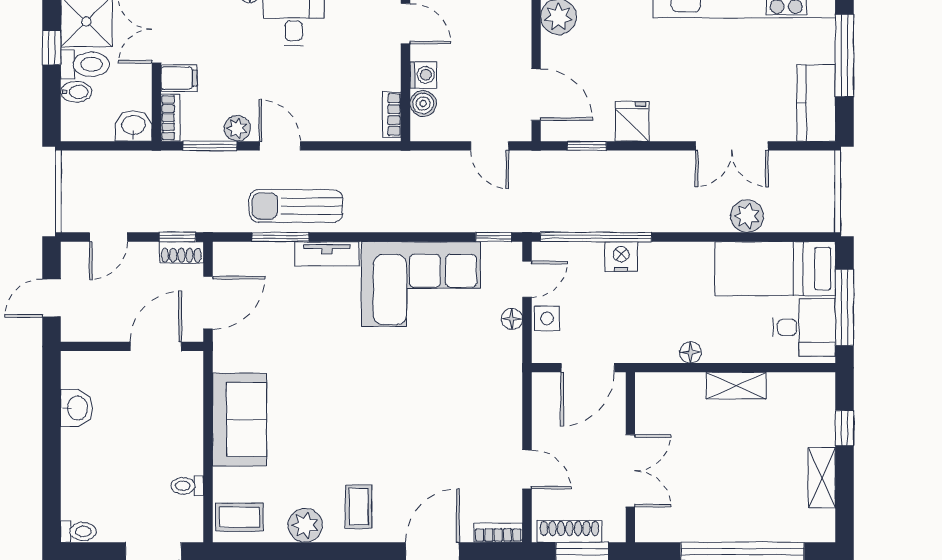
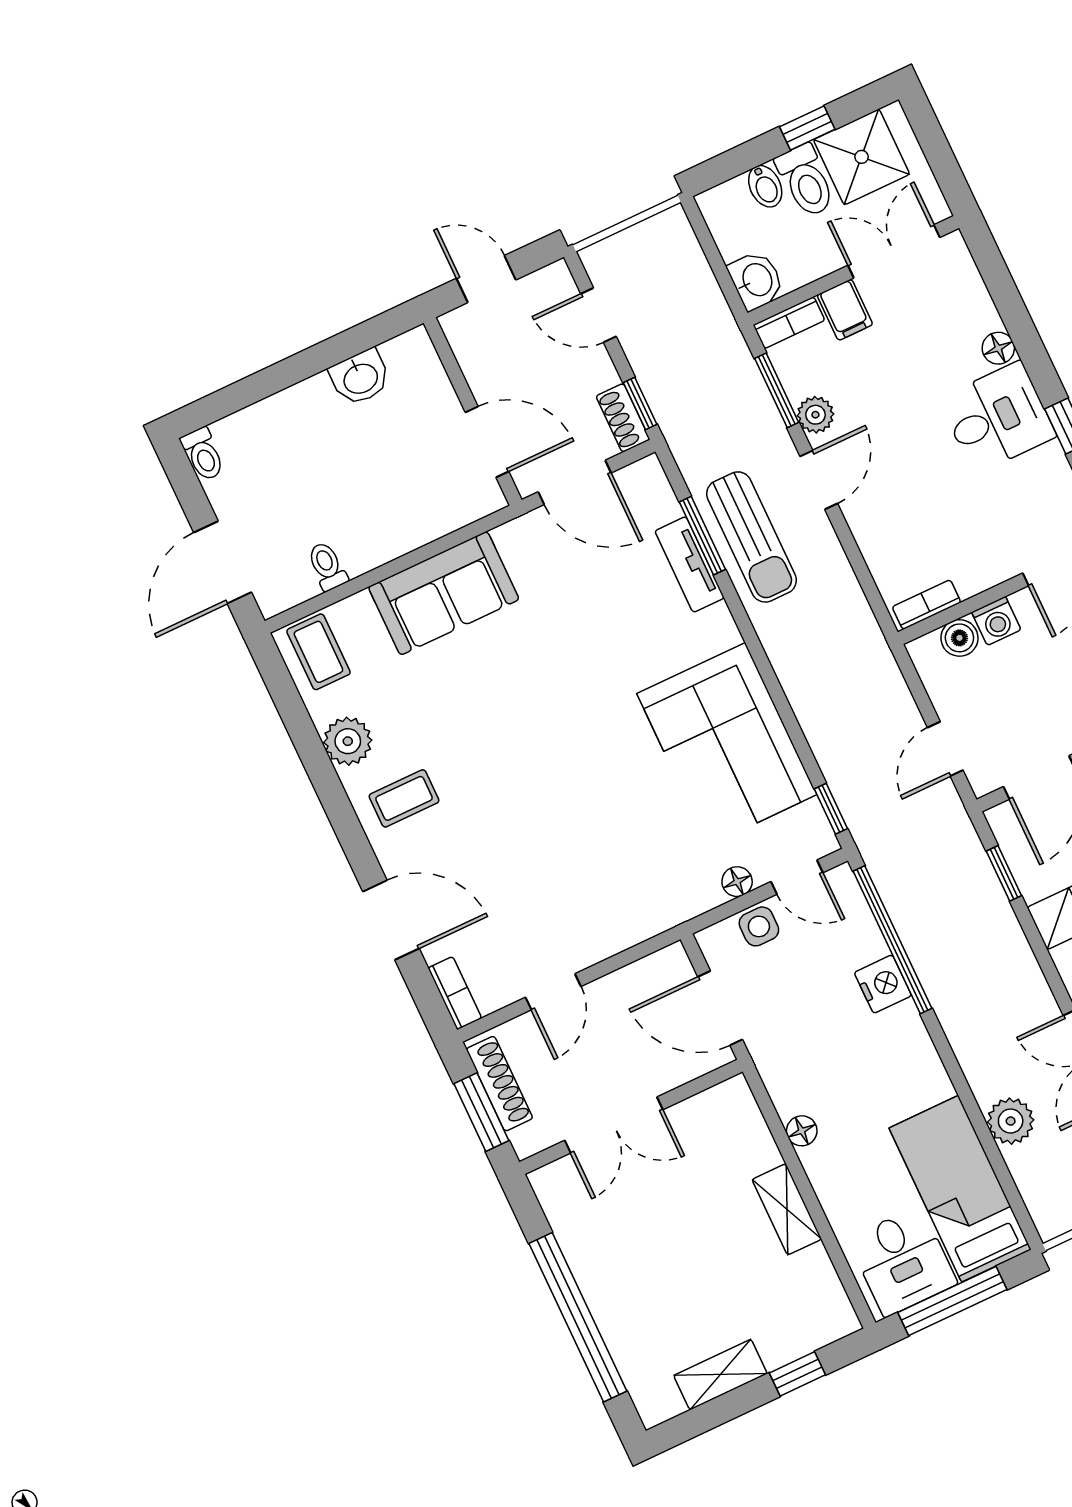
sun lounger: (296, 206) -> (752, 537), turned 180
tv unit: (327, 254) -> (690, 564), moved

